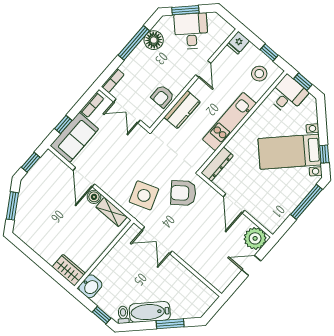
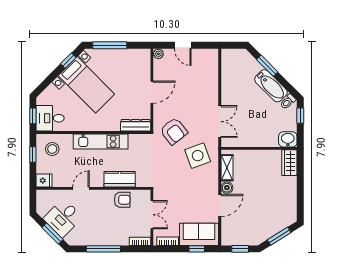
floor lamp: (154, 40) -> (90, 237), removed
plant: (255, 238) -> (158, 54), width x0.53, depth x0.53

